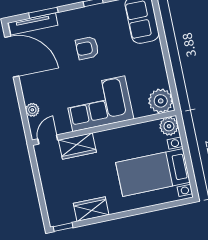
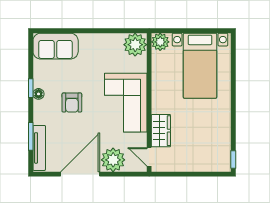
floor lamp: (89, 12) -> (39, 94), added
door: (12, 57) -> (80, 174), moved
plant: (32, 110) -> (113, 160), width x1.88, depth x1.88
wardrobe: (91, 209) -> (222, 130), removed

